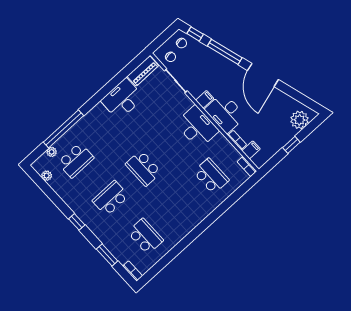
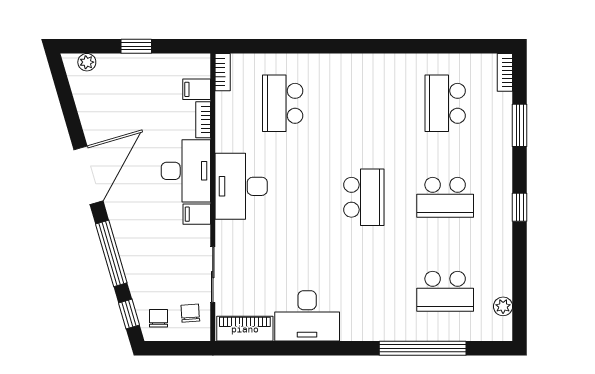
plant: (299, 120) -> (87, 62), width x0.53, depth x0.53
plant: (52, 152) -> (467, 332), removed
school desk: (76, 160) -> (445, 291), turned 180

